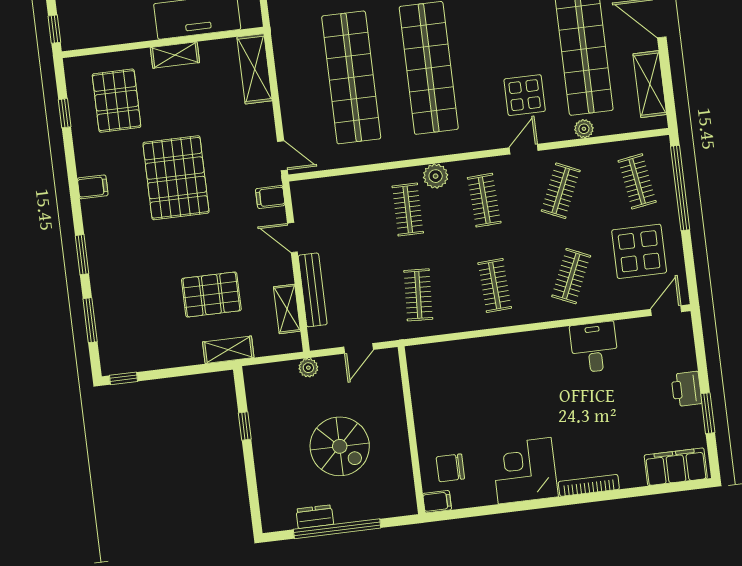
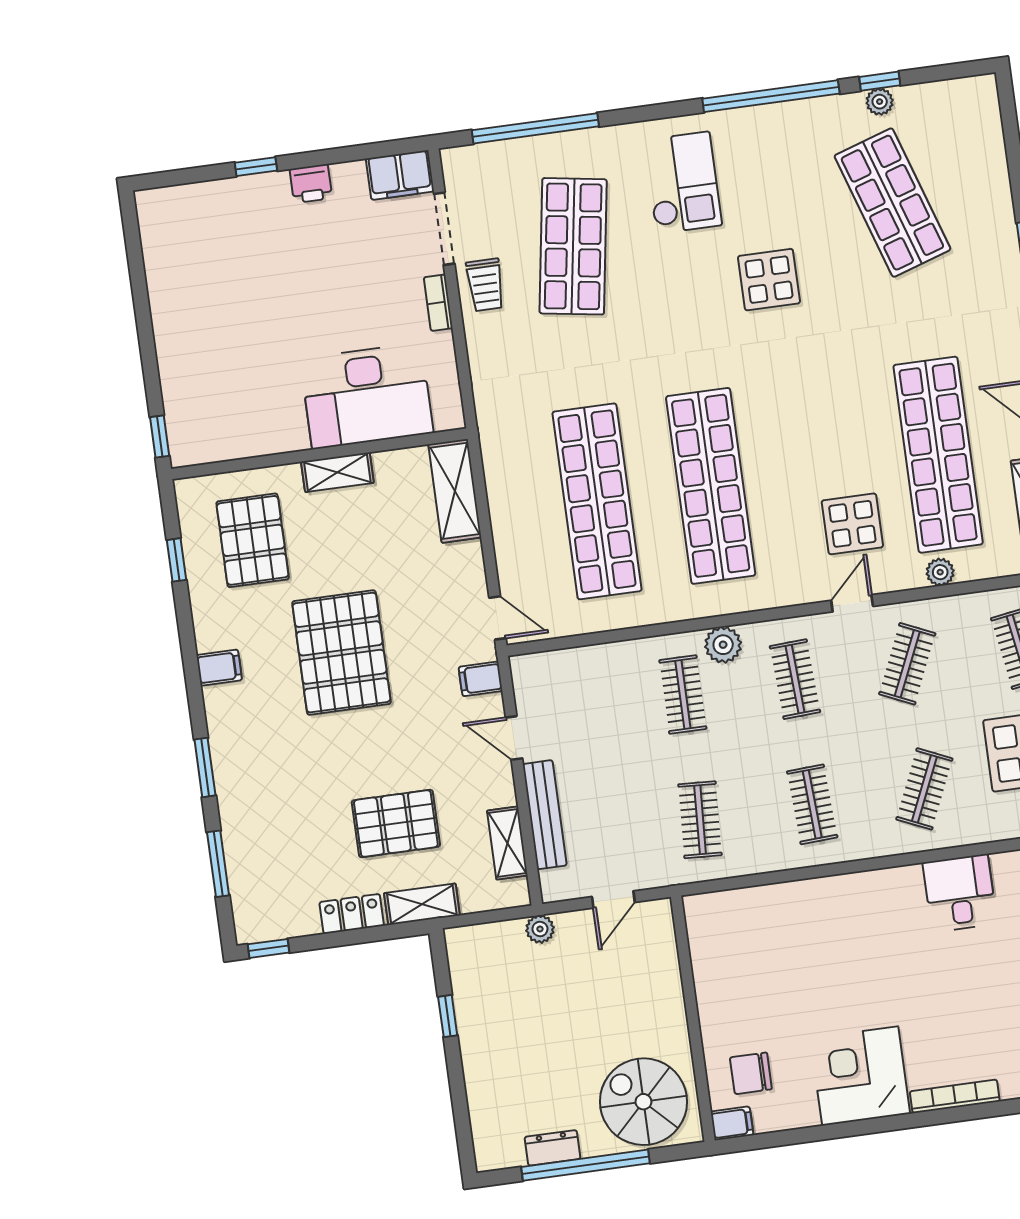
locker: (180, 356) -> (352, 914), added
spiral stairs: (340, 446) -> (643, 1102), moved, turned 180

